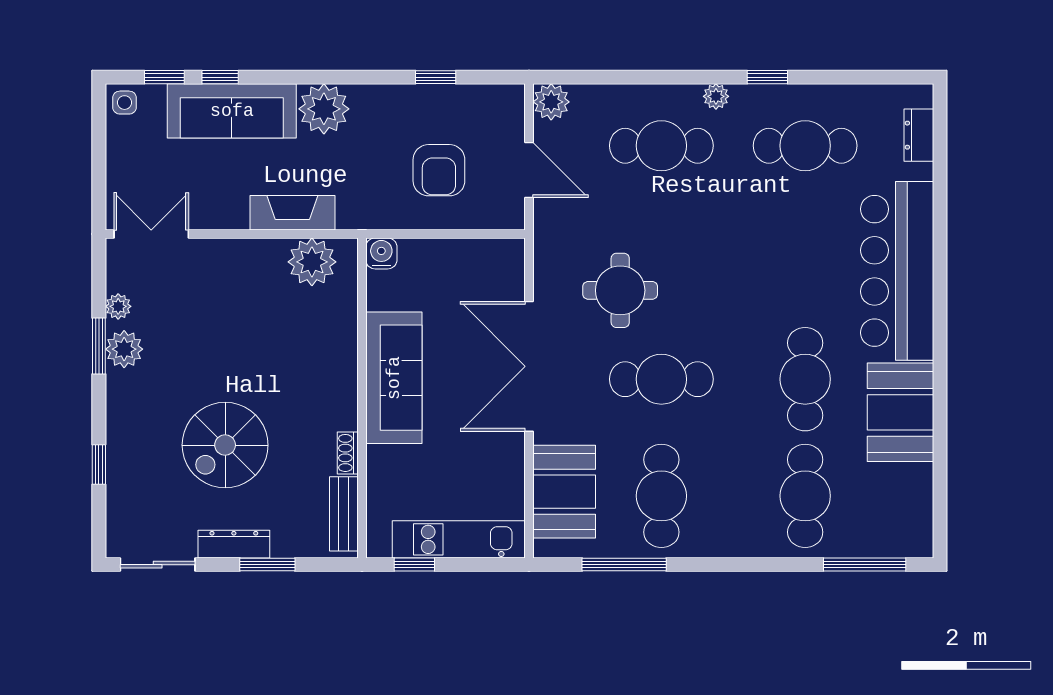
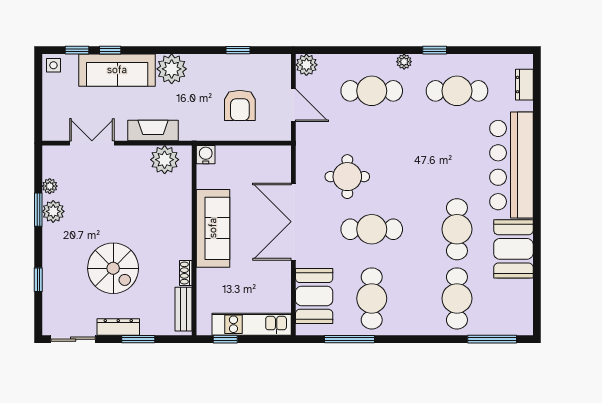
double door: (151, 234) -> (92, 143), moved
spiral stairs: (225, 445) -> (113, 268), turned -90

